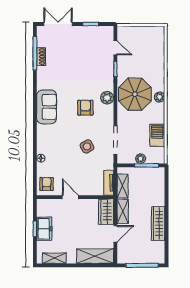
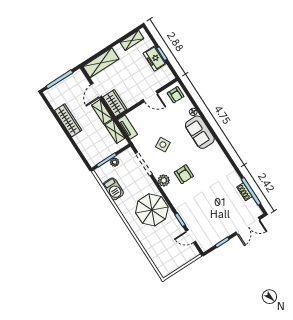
plant: (160, 97) -> (131, 220), removed
plant: (107, 98) -> (164, 180), moved
sofa: (47, 107) -> (200, 132), moved

